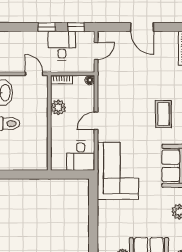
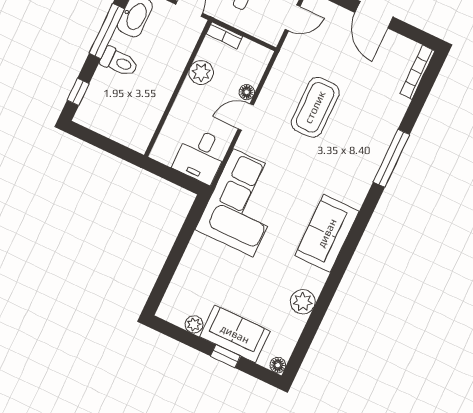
floor lamp: (90, 80) -> (247, 92), moved
coffee table: (163, 114) -> (315, 107), moved, width x1.36, depth x1.32

